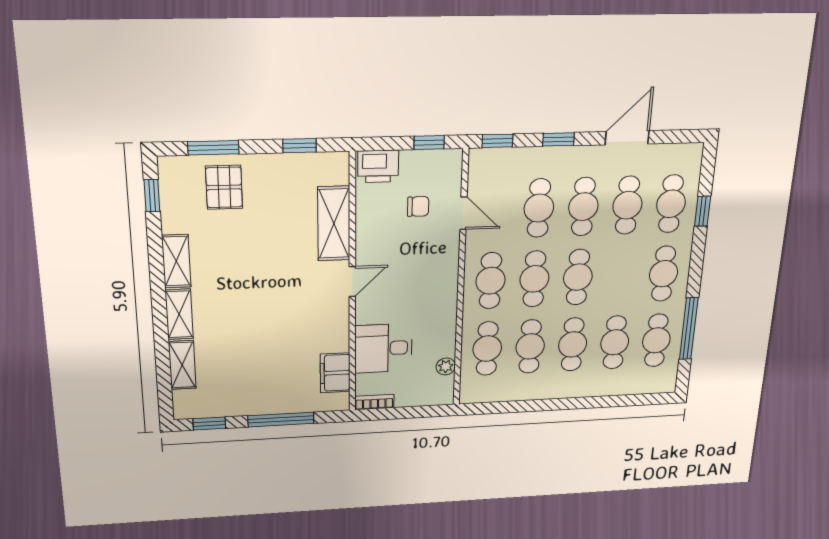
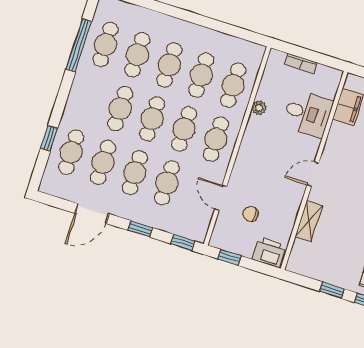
window: (299, 146) -> (332, 290), moved
shelving: (334, 224) -> (309, 221), width x0.67, depth x0.75
cafe table: (664, 274) -> (120, 109), moved
plant: (446, 366) -> (259, 108), moved
bookcase: (374, 402) -> (301, 64), moved

